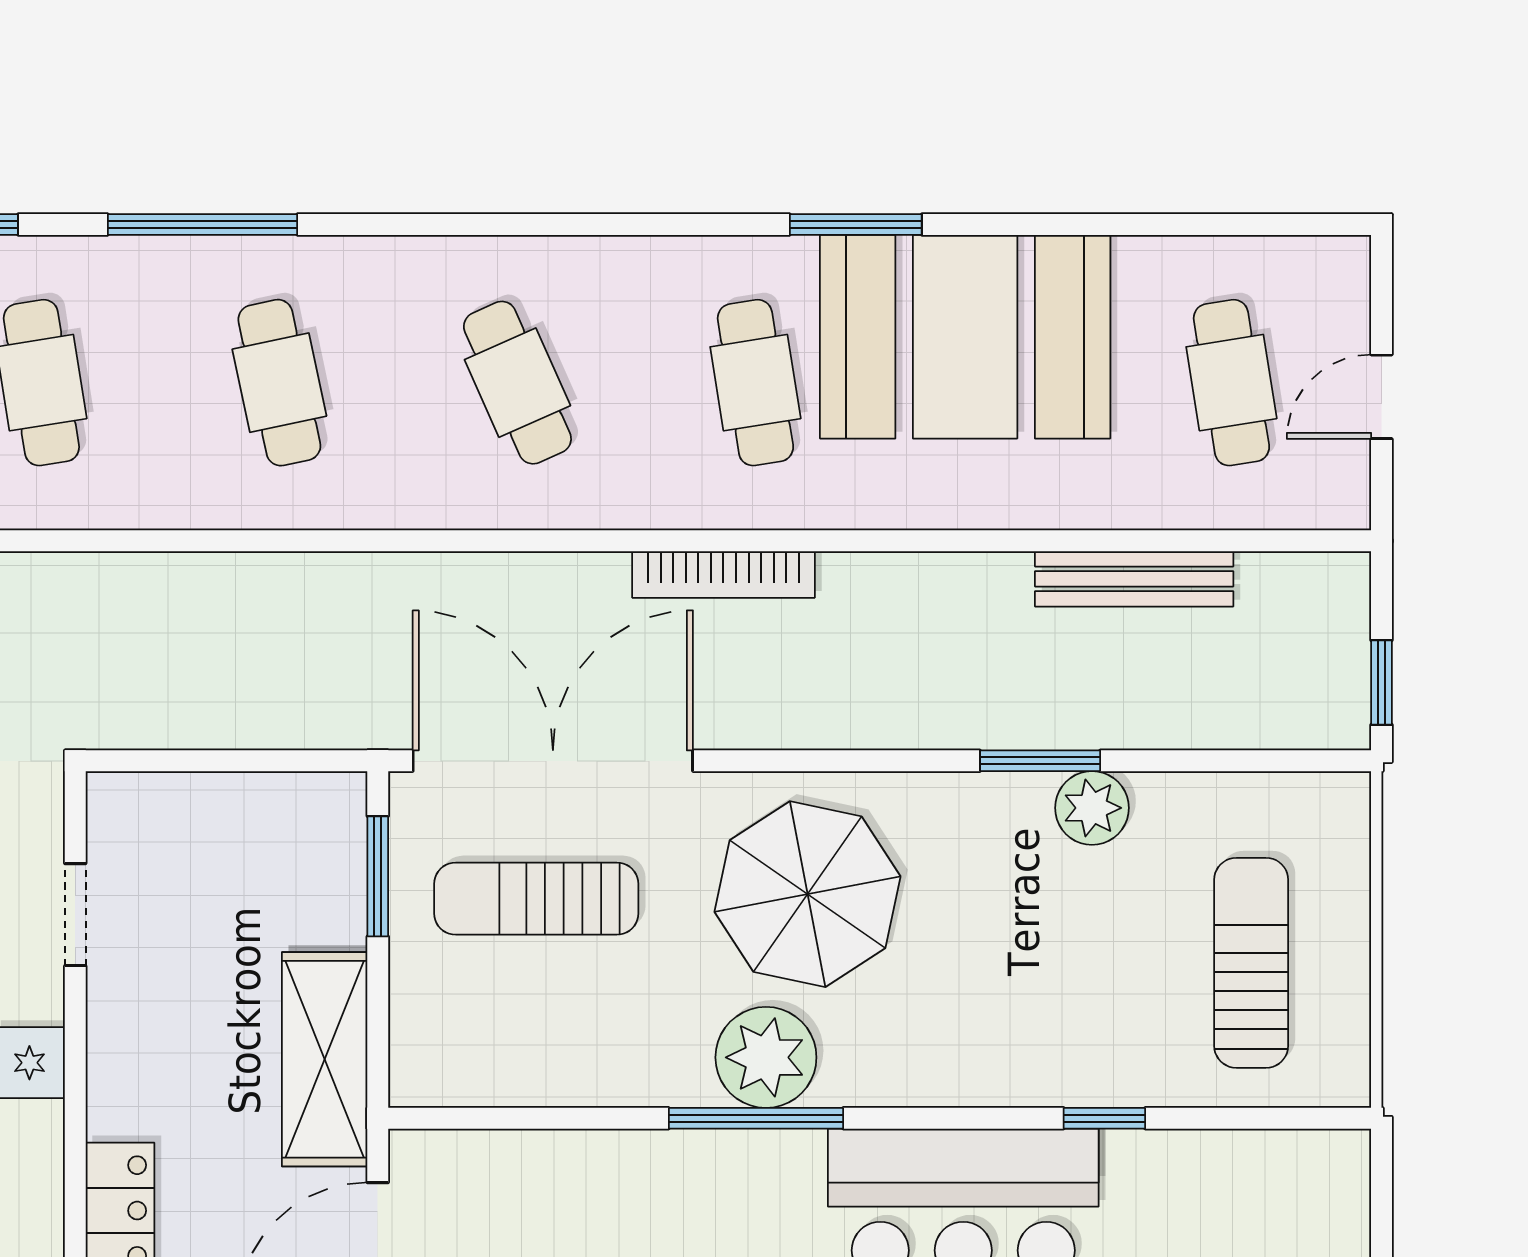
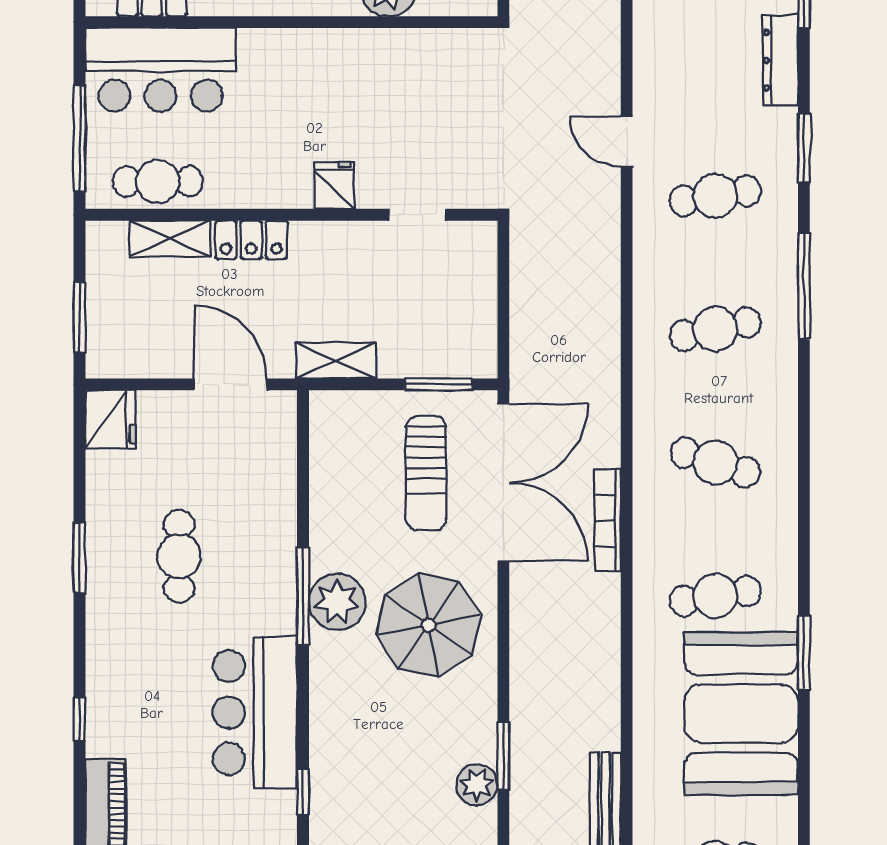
cafe table: (517, 383) -> (715, 463), turned 42
bookcase: (723, 574) -> (608, 520), moved
sun lounger: (536, 899) -> (426, 473), turned 180
shelving: (325, 1059) -> (336, 361), width x0.67, depth x0.75

